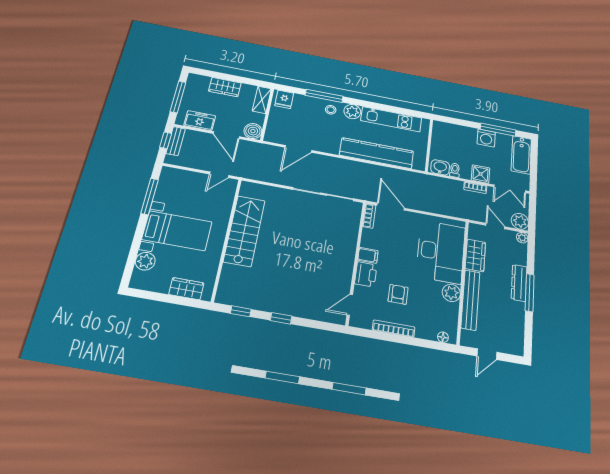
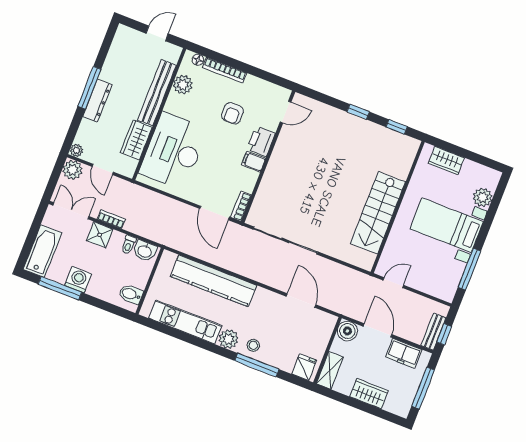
bidet: (441, 133) -> (131, 294), added
door: (298, 149) -> (301, 301), hinge flipped
plant: (451, 293) -> (183, 85), moved
bookcase: (394, 329) -> (225, 70), moved

